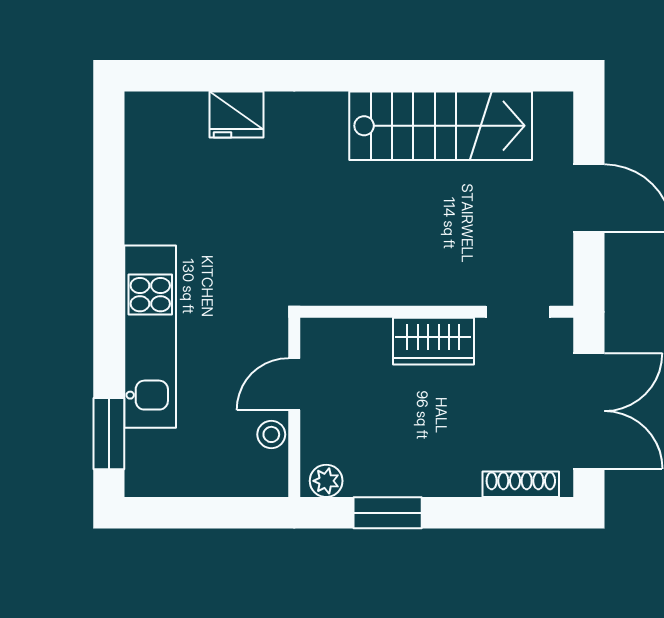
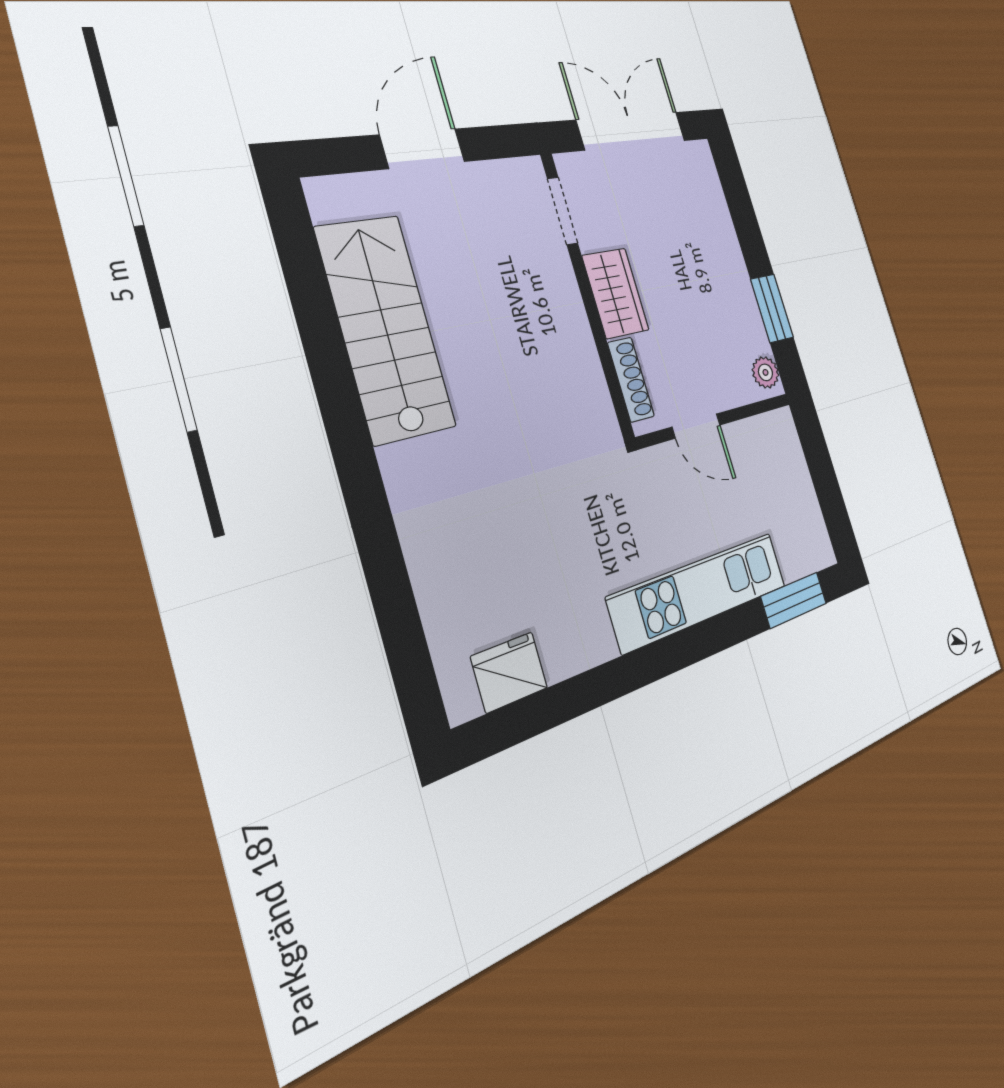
fridge: (237, 114) -> (509, 672), moved, turned -90
stool: (271, 434) -> (745, 436), removed
shoe rack: (521, 484) -> (631, 379), moved, turned 180

